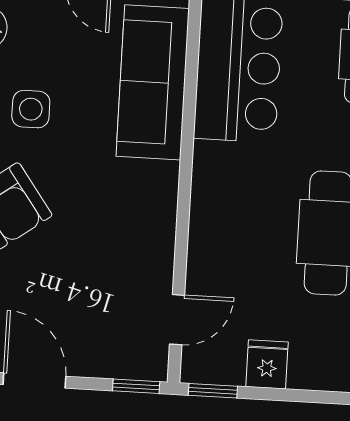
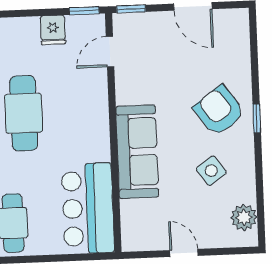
sofa: (153, 82) -> (137, 152), moved
side table: (31, 109) -> (211, 171), turned -35

